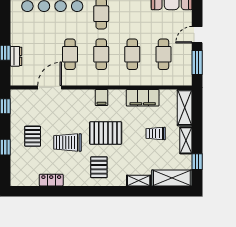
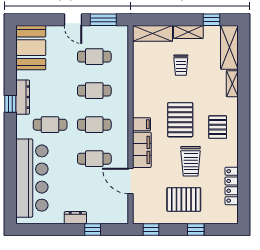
dresser: (16, 56) -> (75, 218), moved
filing cabinet: (143, 98) -> (142, 150), moved
pallet: (33, 136) -> (184, 199), width x1.50, depth x1.42
pallet: (99, 167) -> (218, 127), turned 90
locker: (51, 180) -> (232, 186), width x1.53

